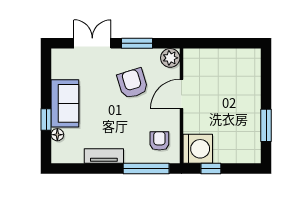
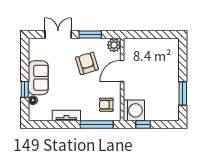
armchair: (159, 141) -> (106, 105), turned -90

